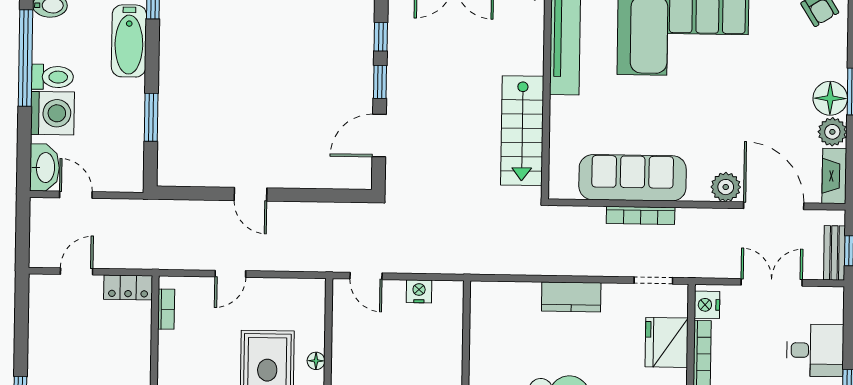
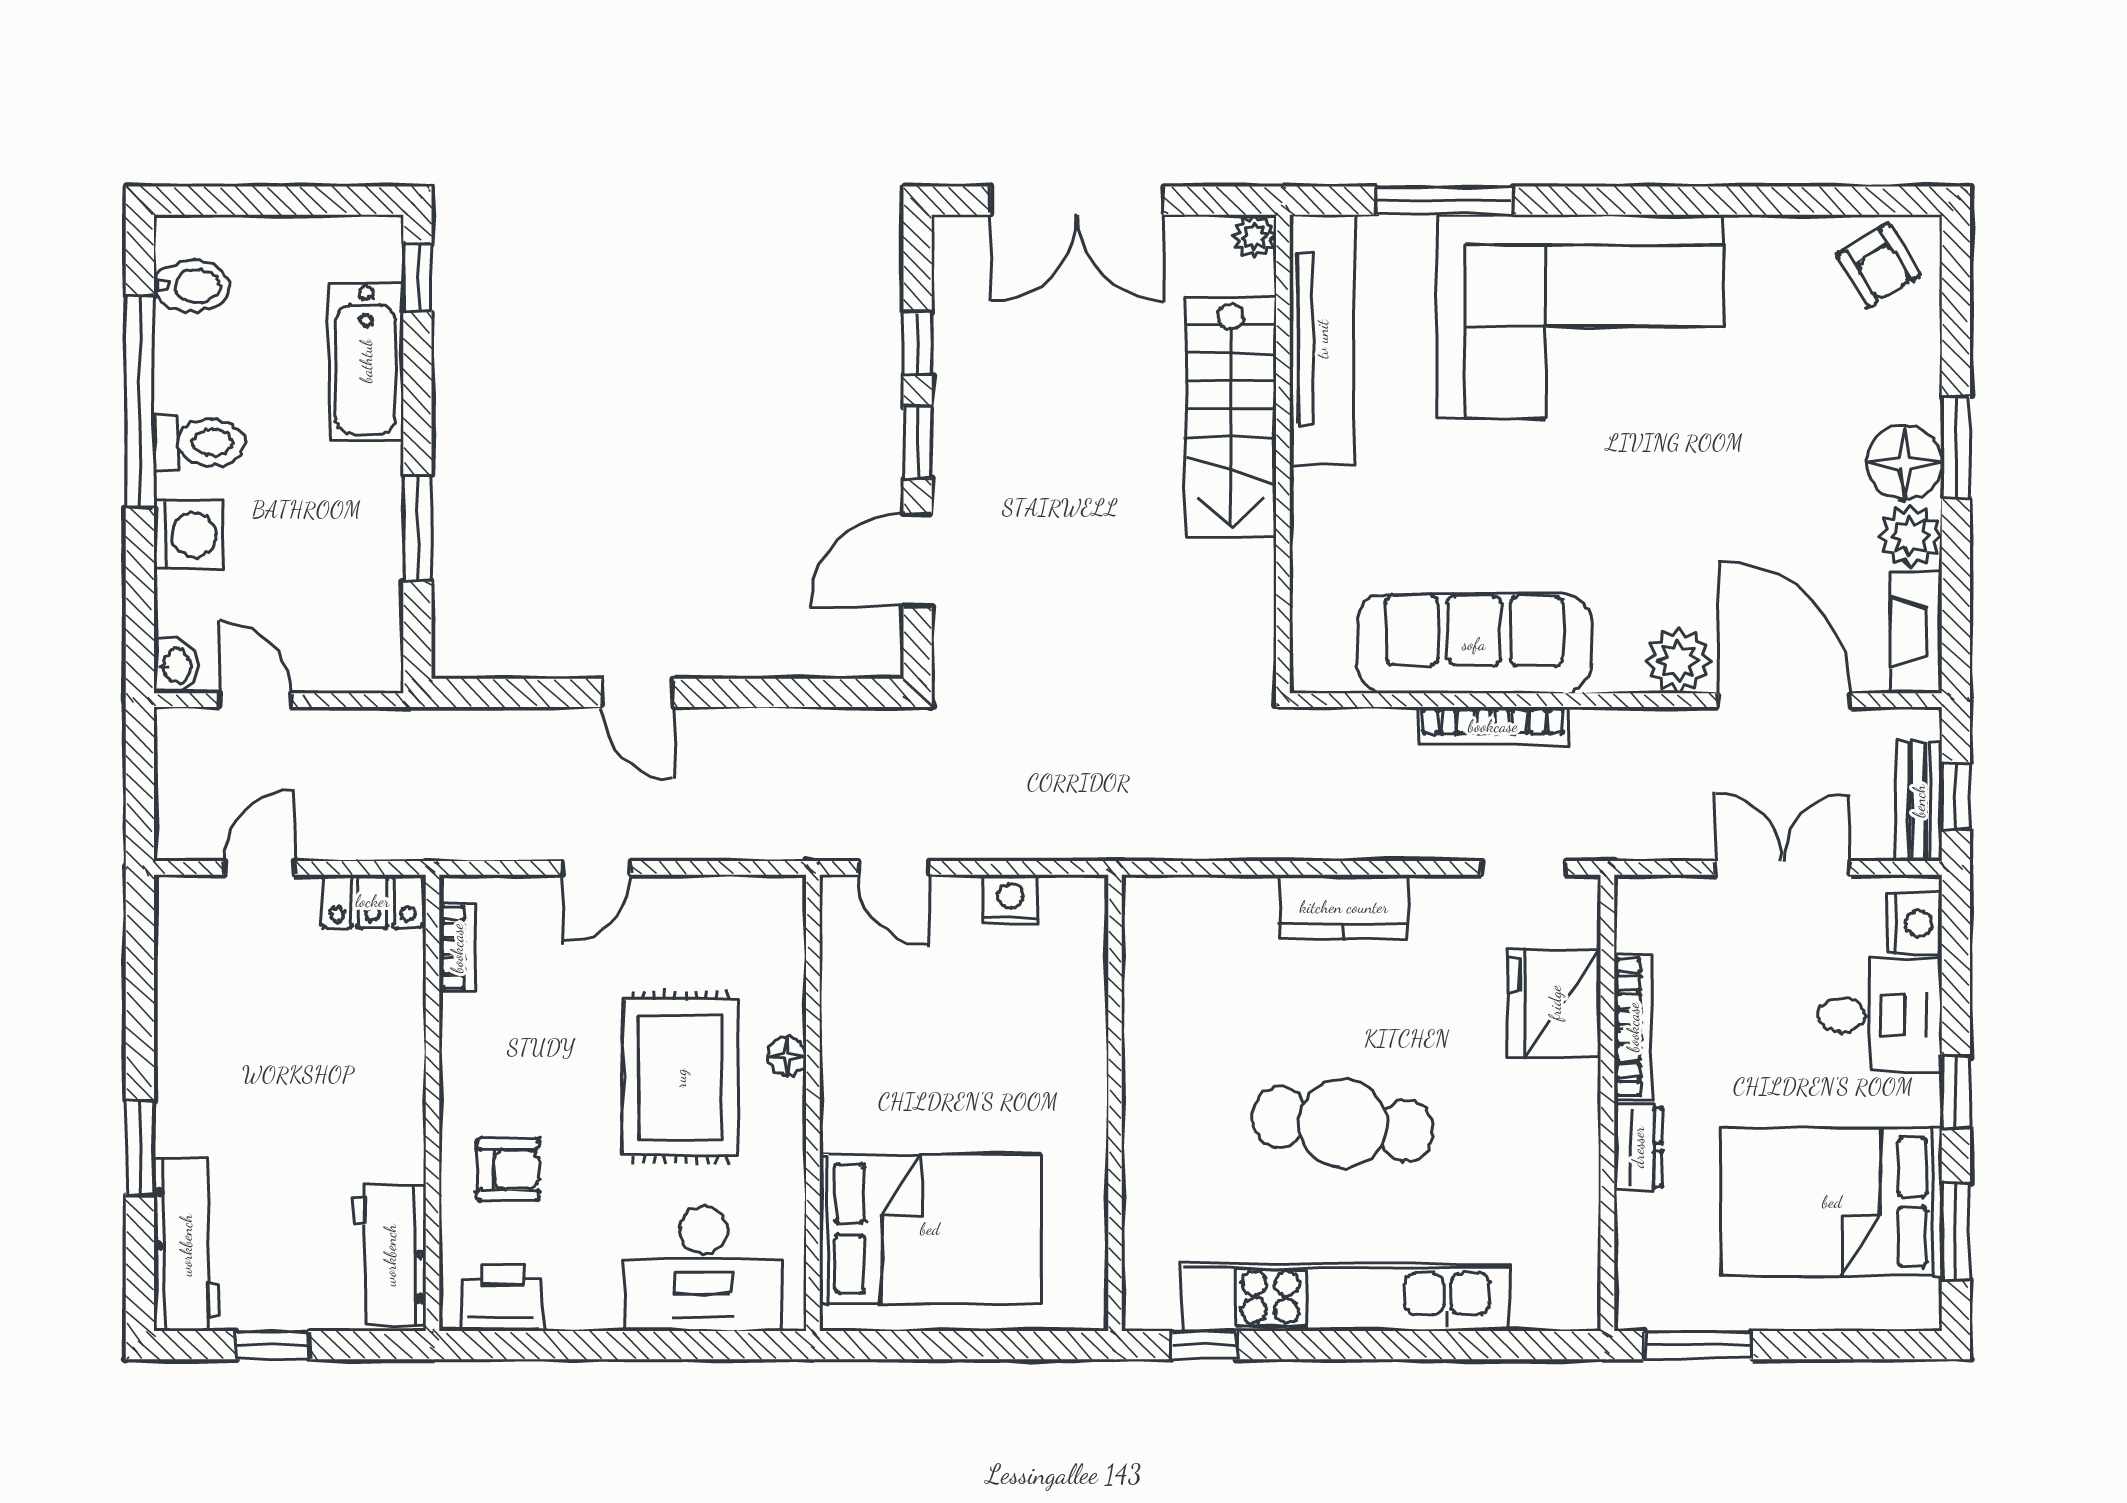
washing machine: (53, 113) -> (188, 535), width x0.73, depth x0.73
stairs: (522, 131) -> (1231, 417), moved
washbasin: (45, 168) -> (176, 666), width x0.52, depth x0.69
nightstand: (707, 305) -> (1914, 924), moved, turned 180

